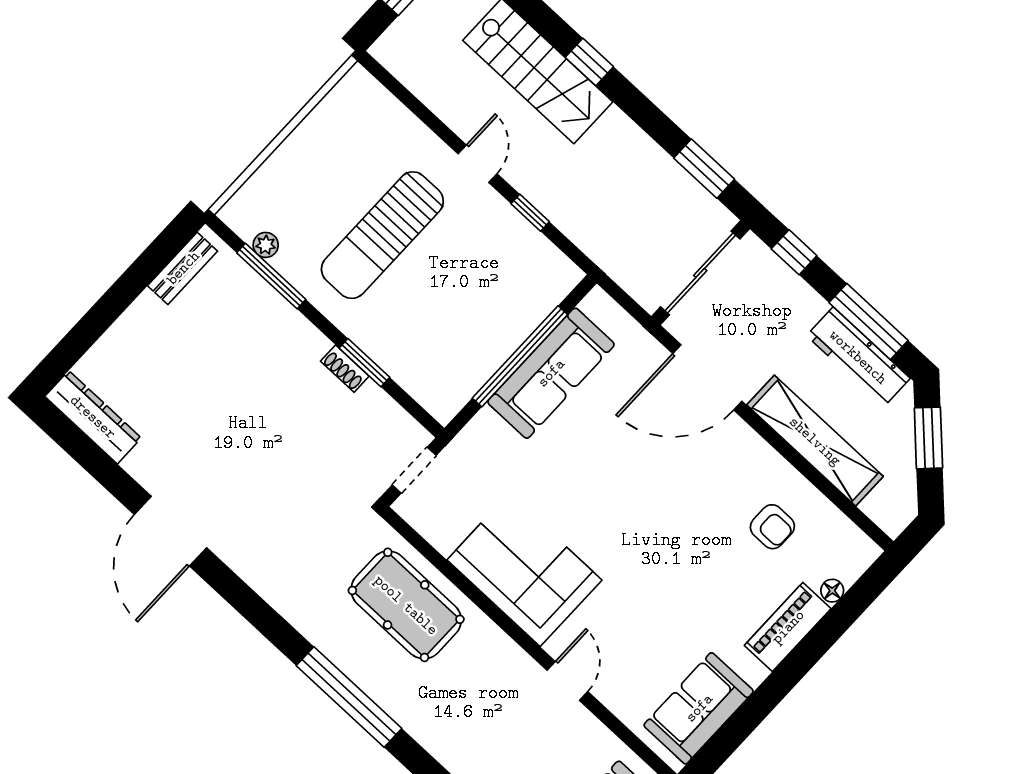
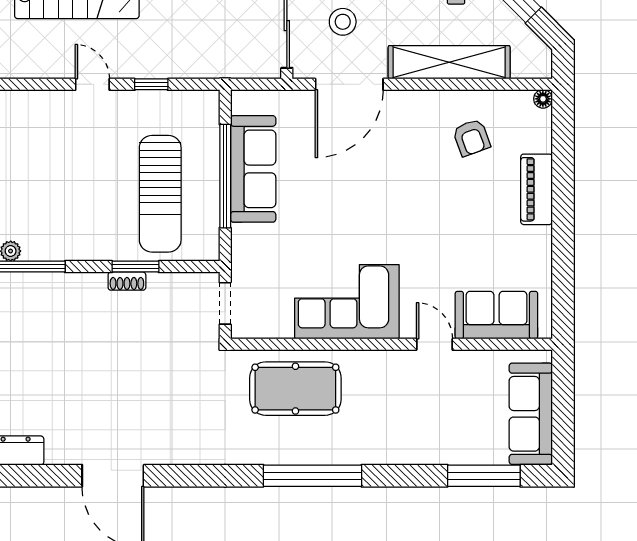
sun lounger: (382, 235) -> (160, 194), moved
stool: (753, 316) -> (343, 22), added
armchair: (772, 527) -> (471, 138), turned 70
floor lamp: (832, 591) -> (543, 99), moved
sofa: (699, 708) -> (496, 315), moved, turned 90

